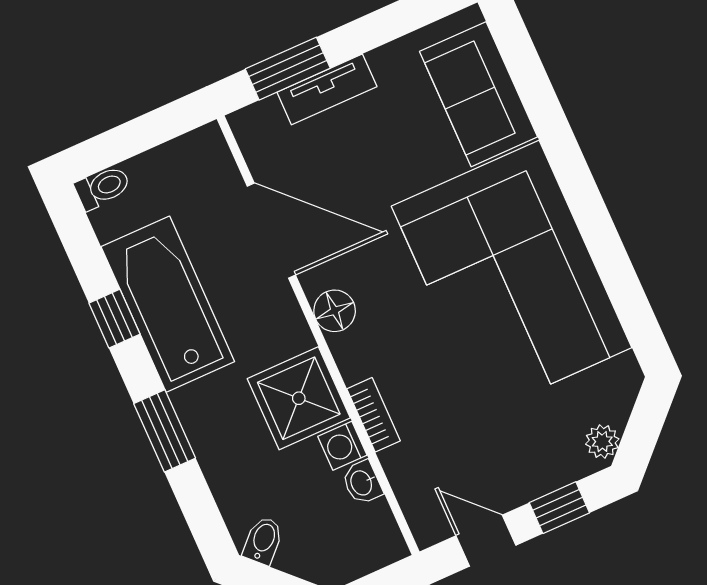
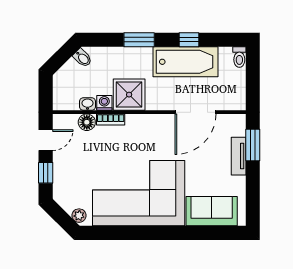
floor lamp: (335, 311) -> (87, 122), moved
plant: (602, 442) -> (79, 216), moved

